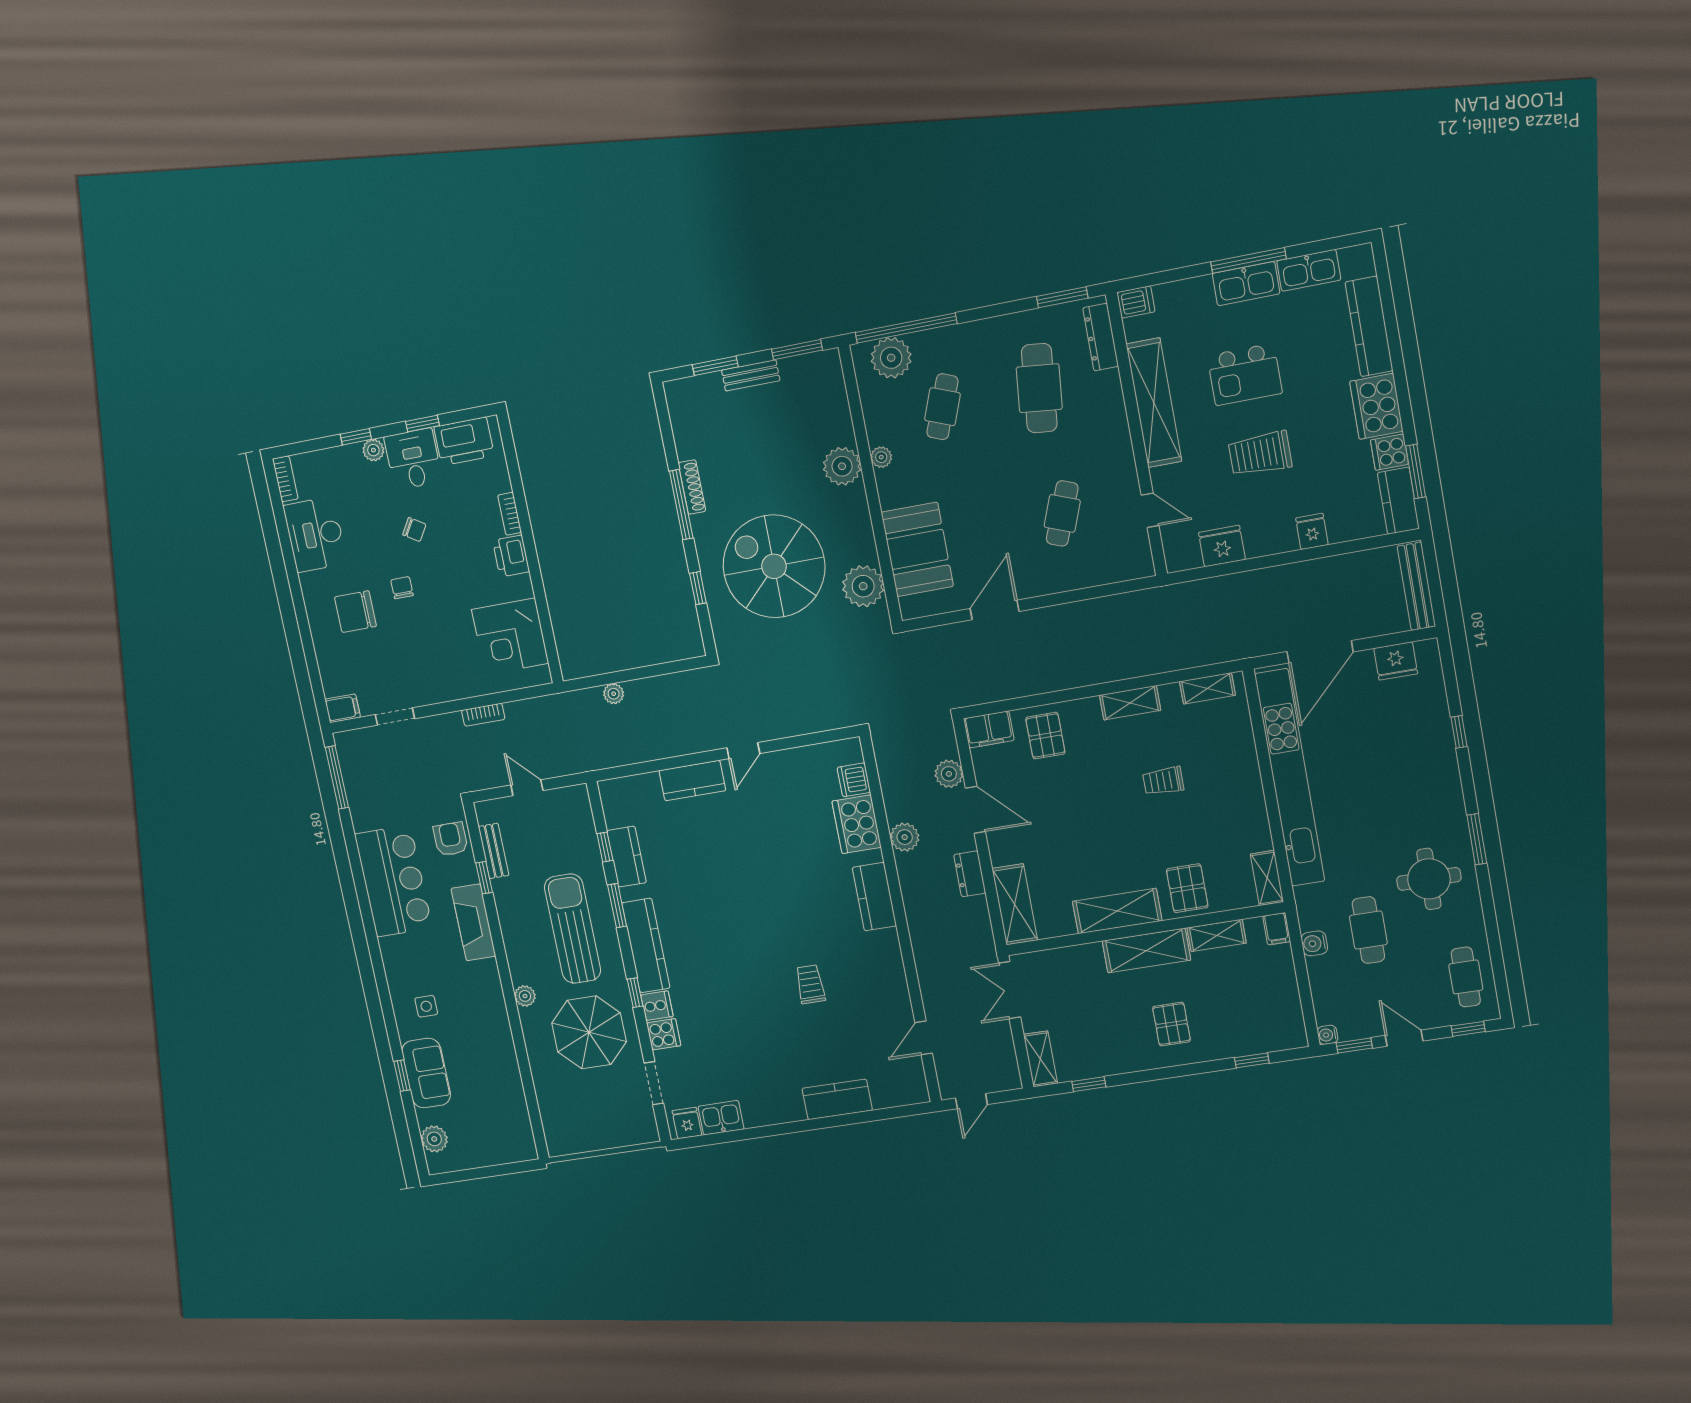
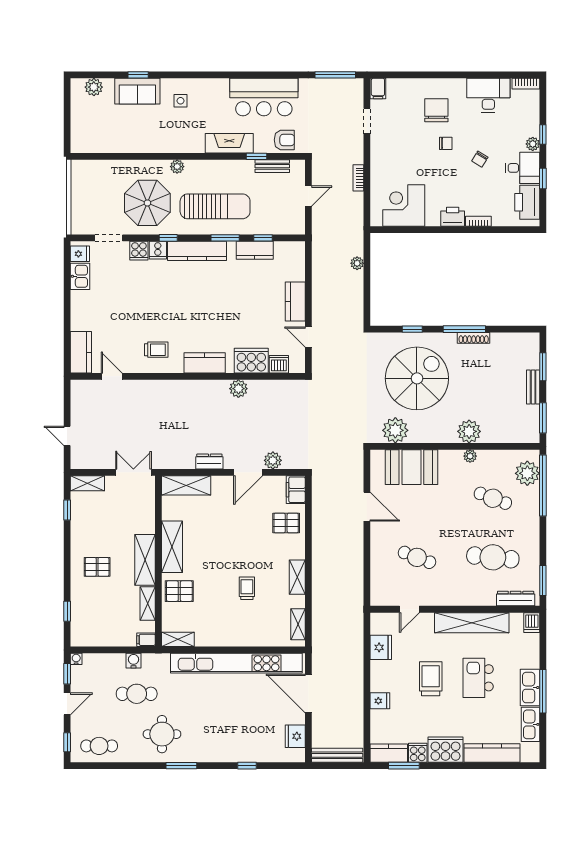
dishwasher: (854, 780) -> (279, 364), moved
cooker: (857, 824) -> (251, 361), moved
plant: (905, 837) -> (238, 389), moved
kitchen counter: (874, 897) -> (205, 363), moved
wall: (901, 920) -> (188, 376), moved
door: (924, 1038) -> (112, 376), moved

